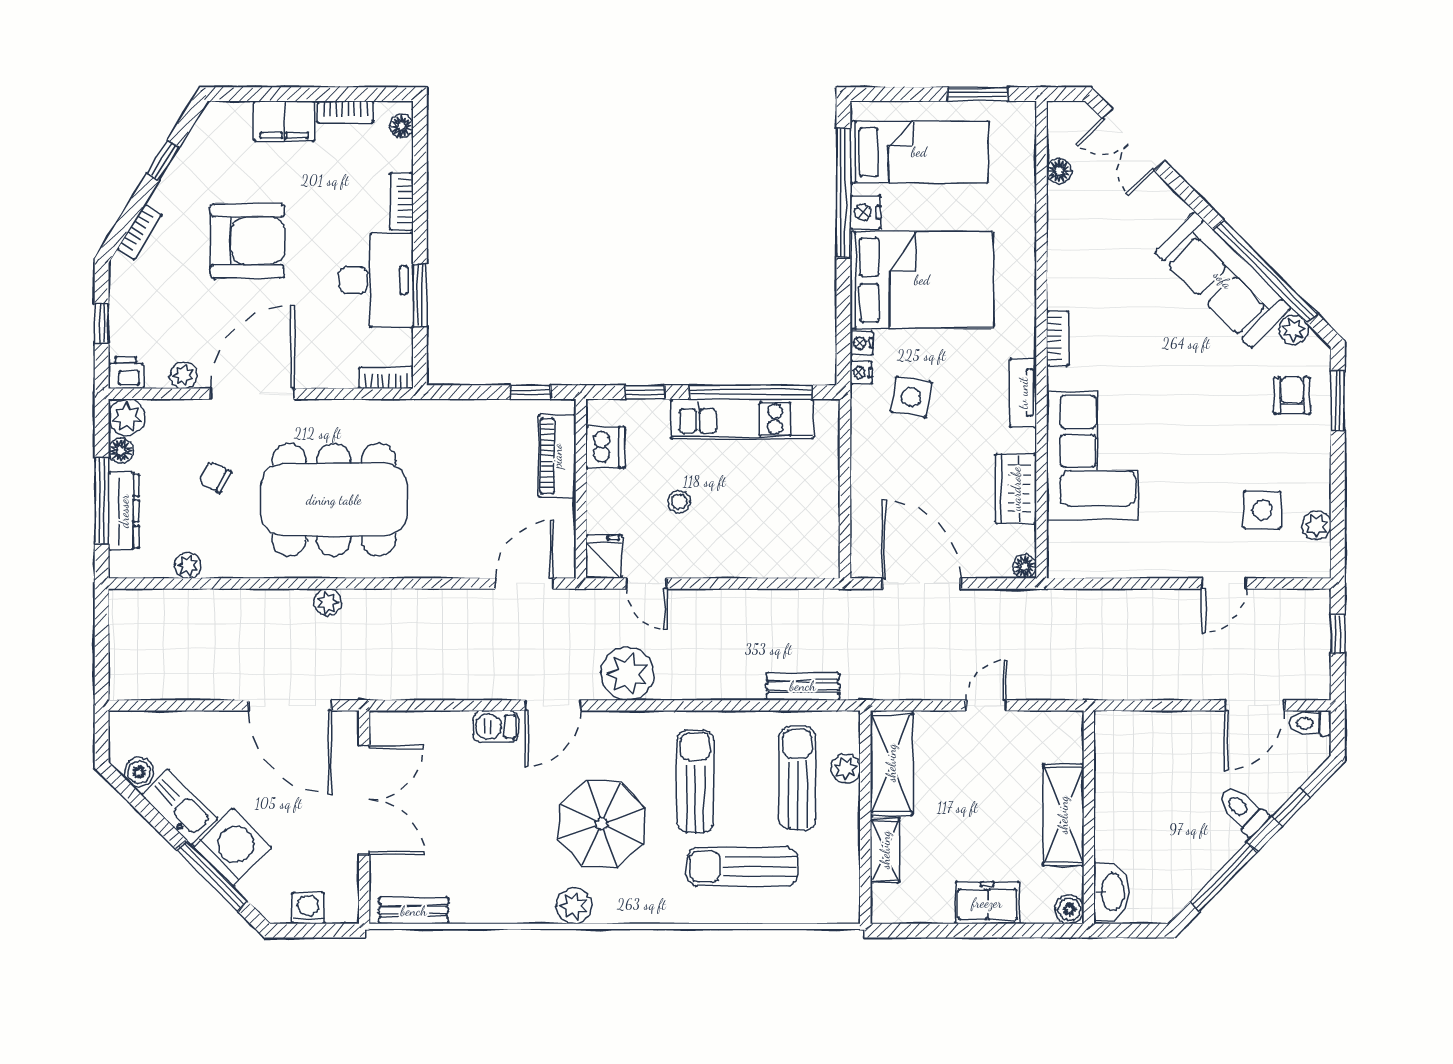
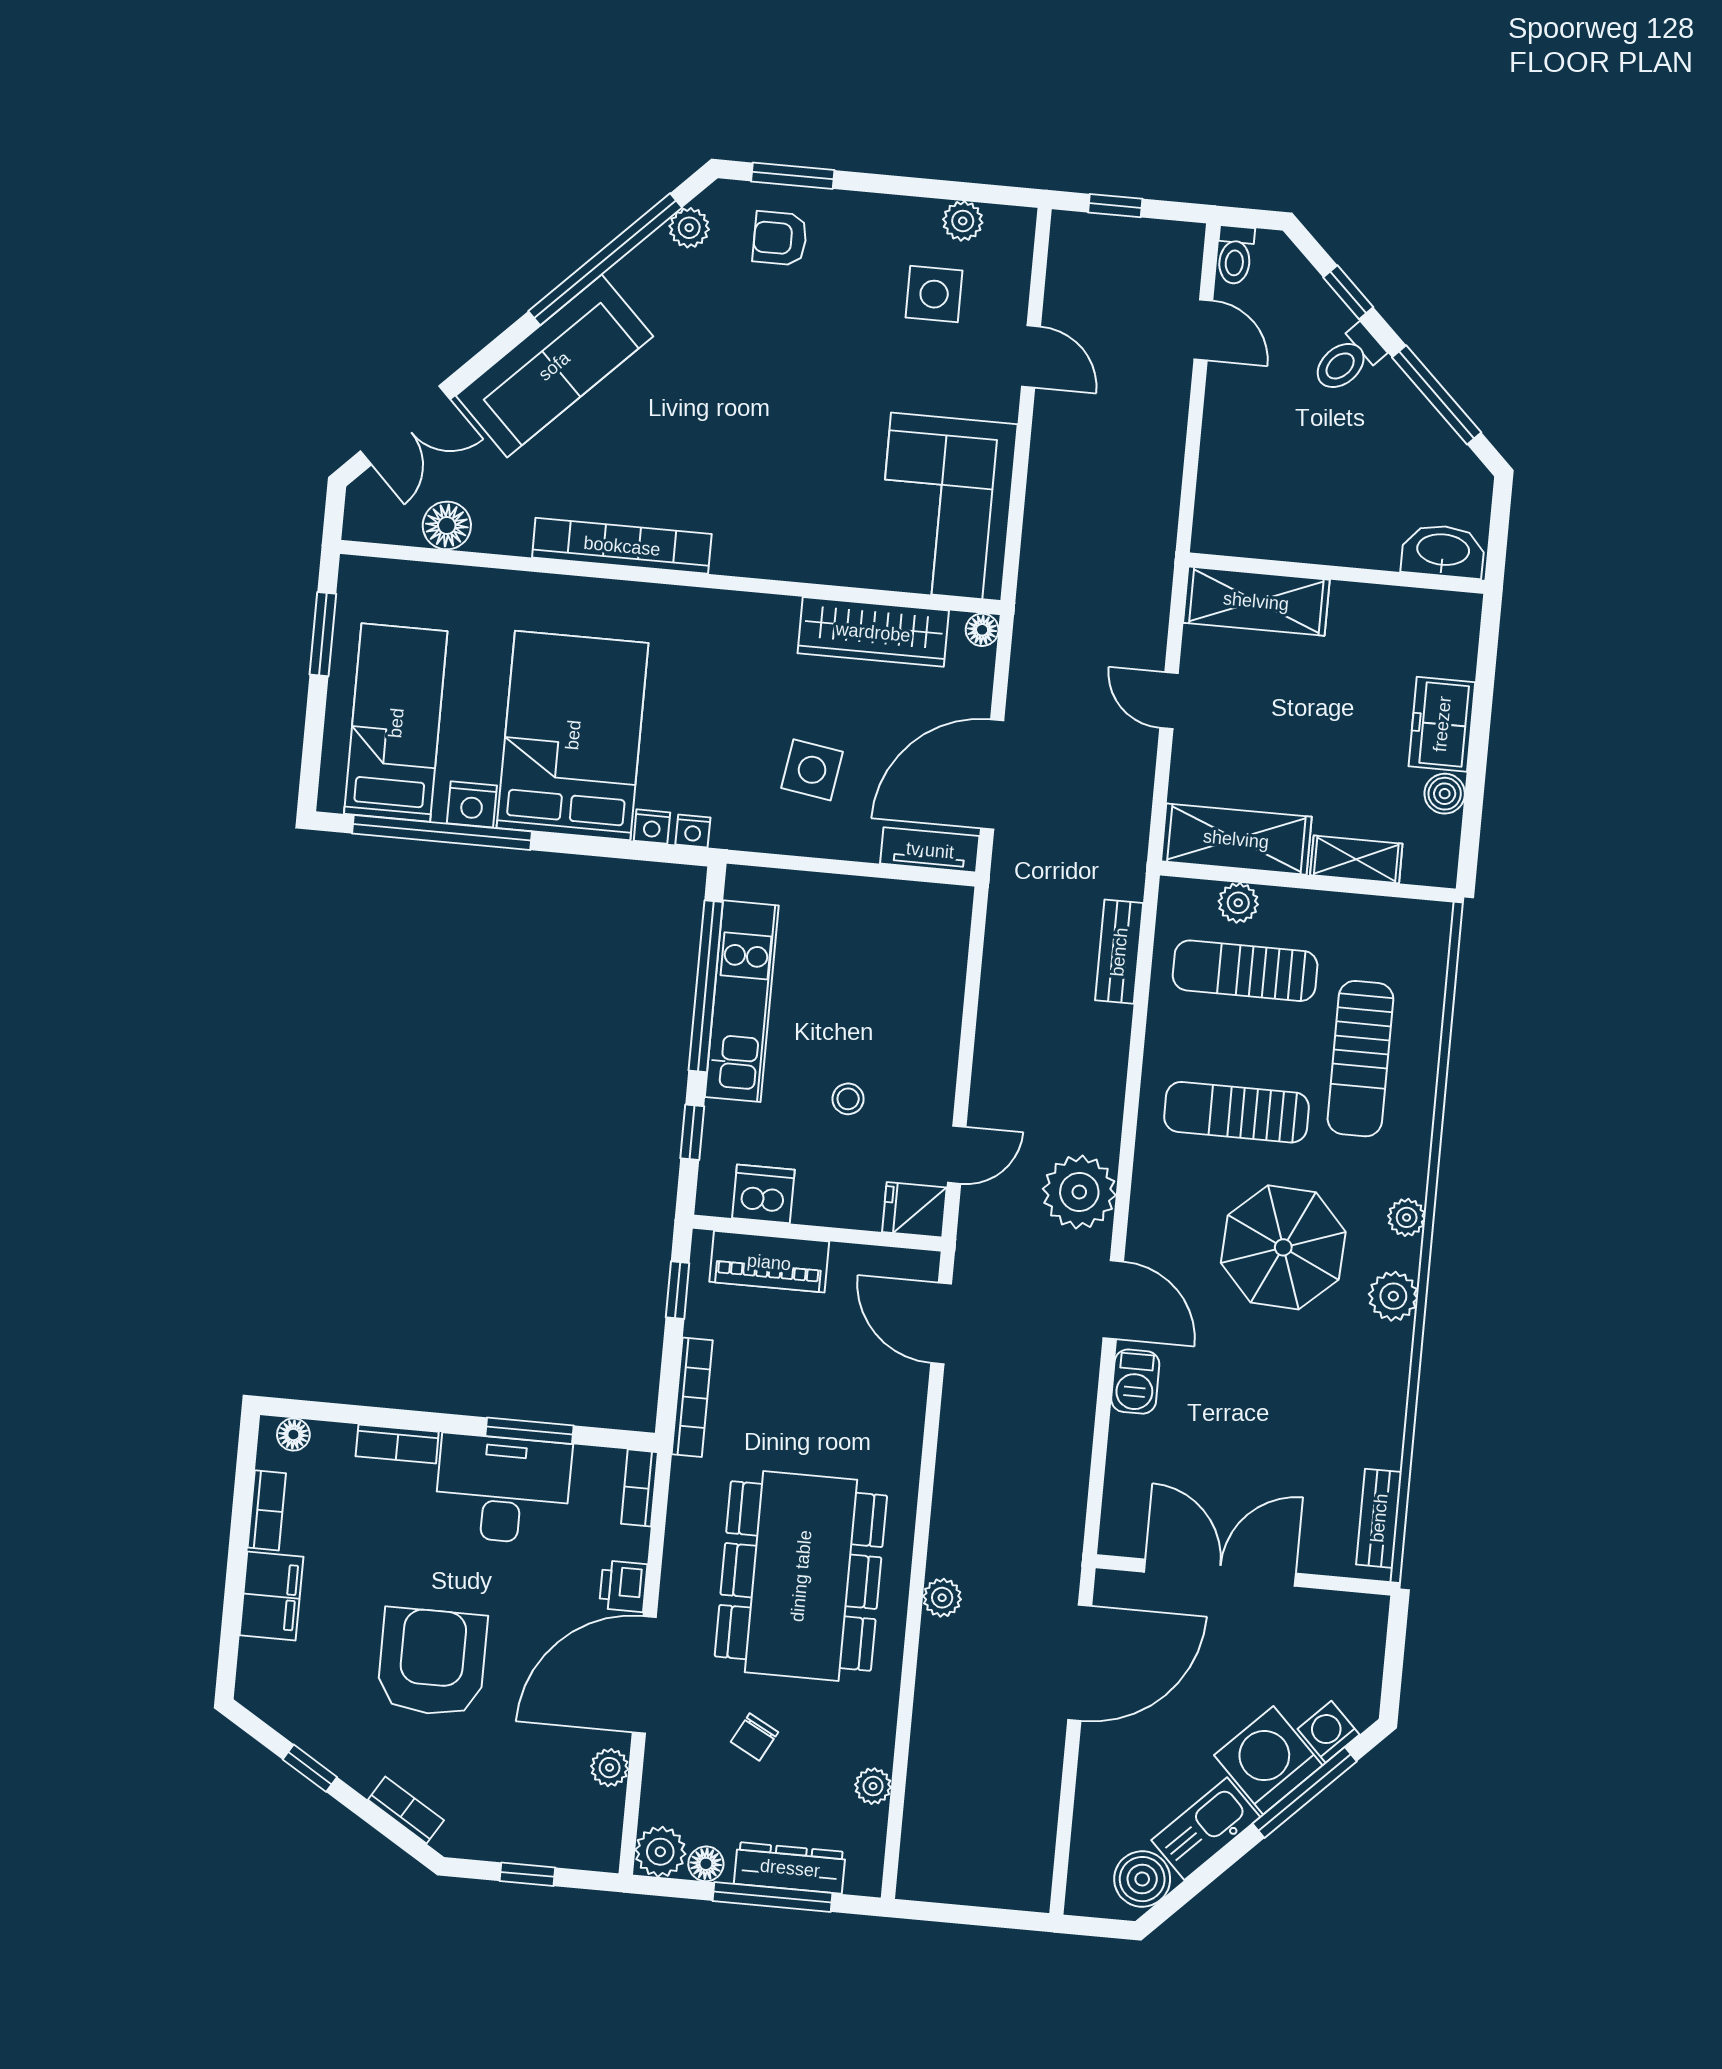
floor lamp: (1059, 171) -> (447, 525), width x1.37, depth x1.37
sofa: (1223, 280) -> (554, 366), moved
bookcase: (1058, 339) -> (622, 546), width x2.31, depth x1.31
printer: (126, 373) -> (623, 1586), moved
tv unit: (1023, 393) -> (930, 850), moved, turned 180
door: (252, 394) -> (644, 1675), hinge flipped
side table: (911, 397) -> (812, 770), moved
bookcase: (455, 410) -> (692, 1397), added
corner sofa: (1092, 455) -> (946, 507), moved, turned -90
wardrobe: (1016, 489) -> (873, 632), width x1.50
door: (1254, 705) -> (1203, 330), width x0.73
boiler: (139, 772) -> (1142, 1879), width x1.36, depth x1.36
shelving: (1063, 815) -> (1256, 601), moved
washing machine: (308, 908) -> (1329, 1732), moved, turned 45
boiler: (1069, 909) -> (1445, 794), moved
plant: (631, 910) -> (1407, 1217), added

